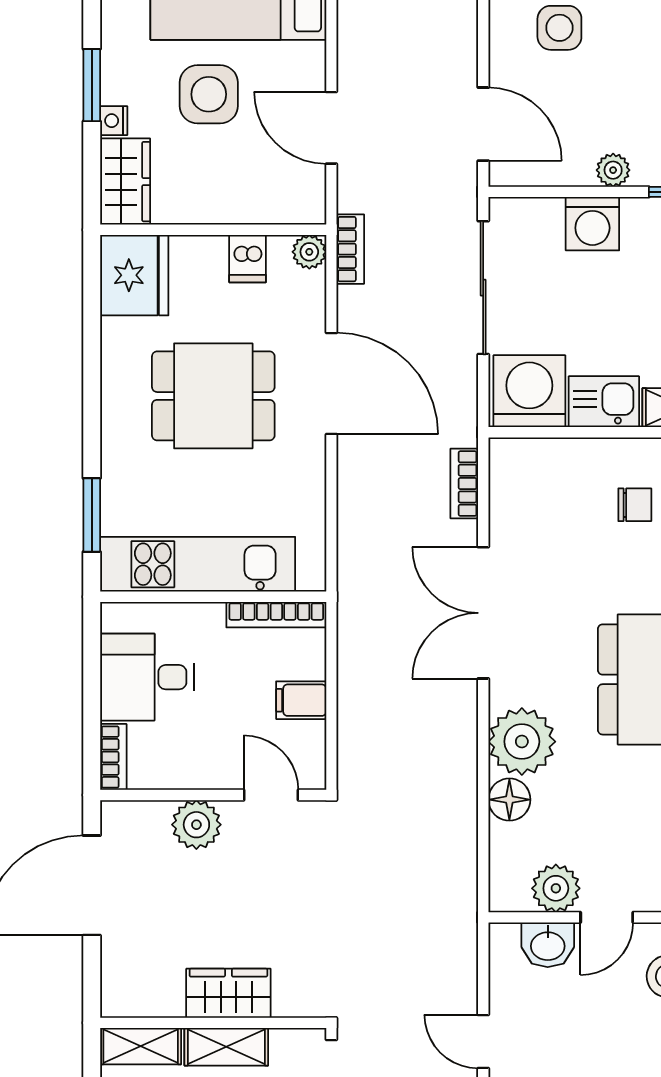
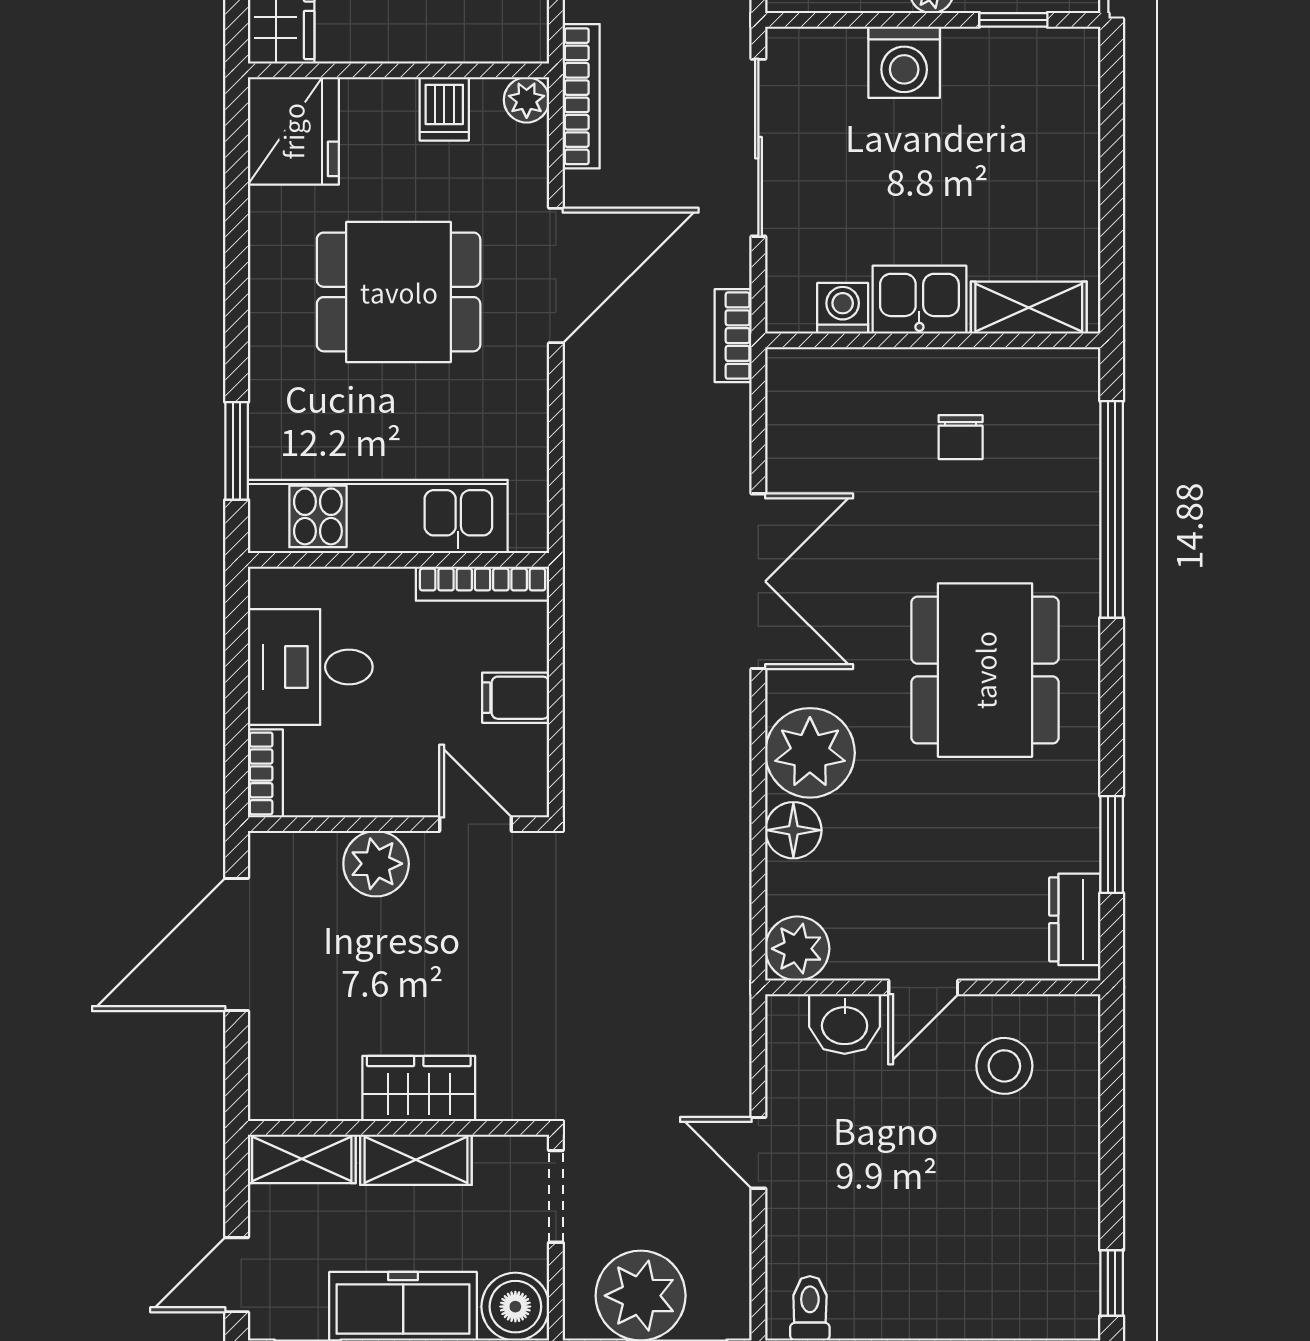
bookcase: (350, 249) -> (581, 96), width x1.56
door: (331, 384) -> (556, 276), hinge flipped
washing machine: (529, 391) -> (843, 308), width x0.53, depth x0.53
bookcase: (464, 484) -> (733, 336), moved
chair: (635, 505) -> (961, 437), turned 90
double door: (483, 613) -> (758, 581), swing flipped
plant: (556, 888) -> (797, 949), moved

